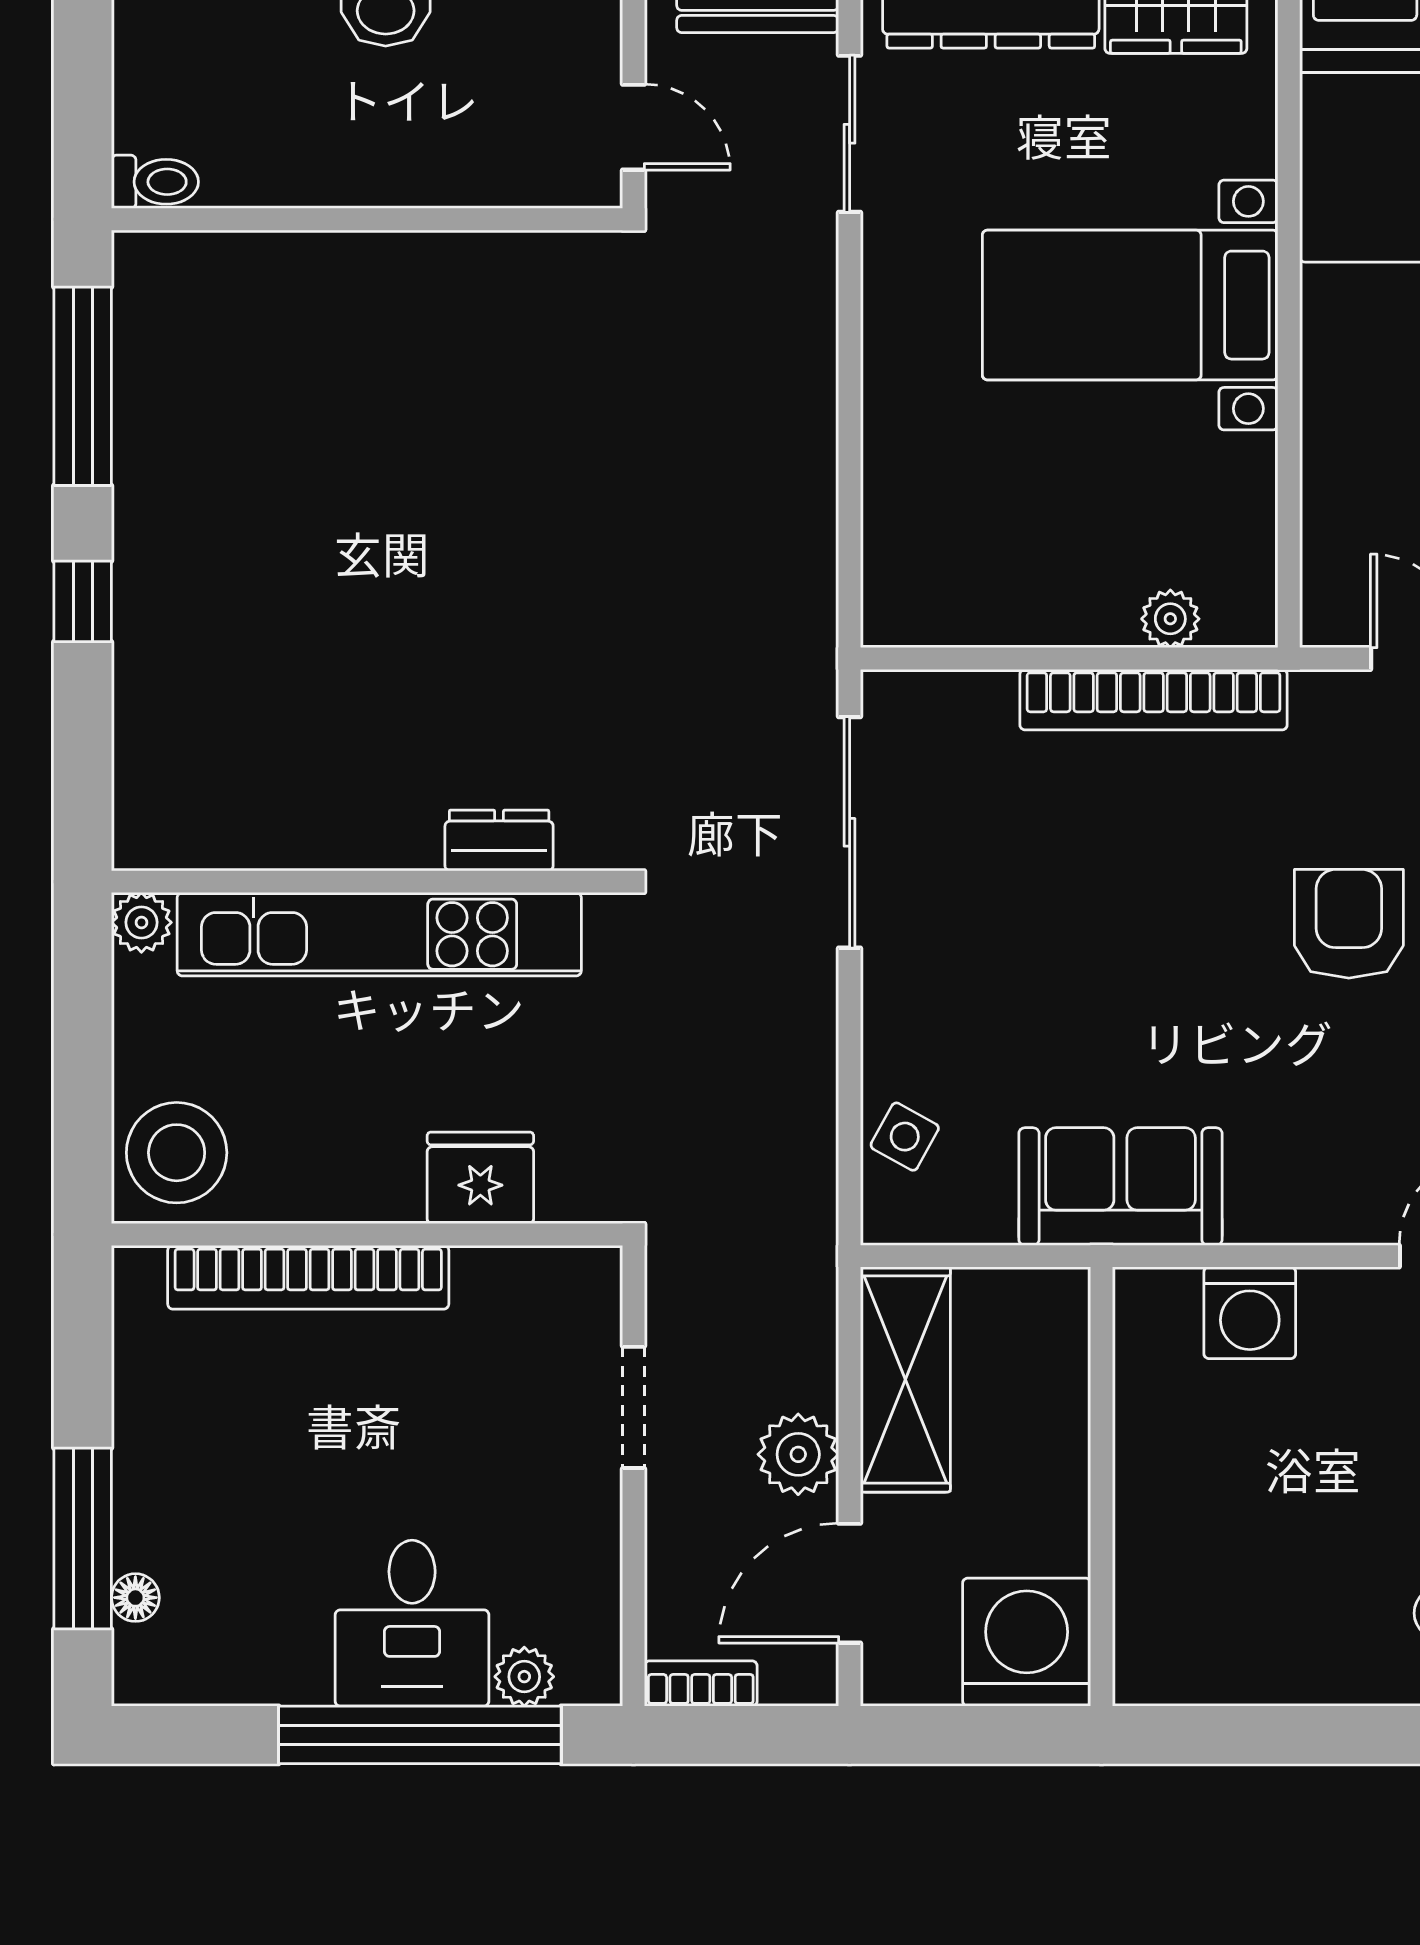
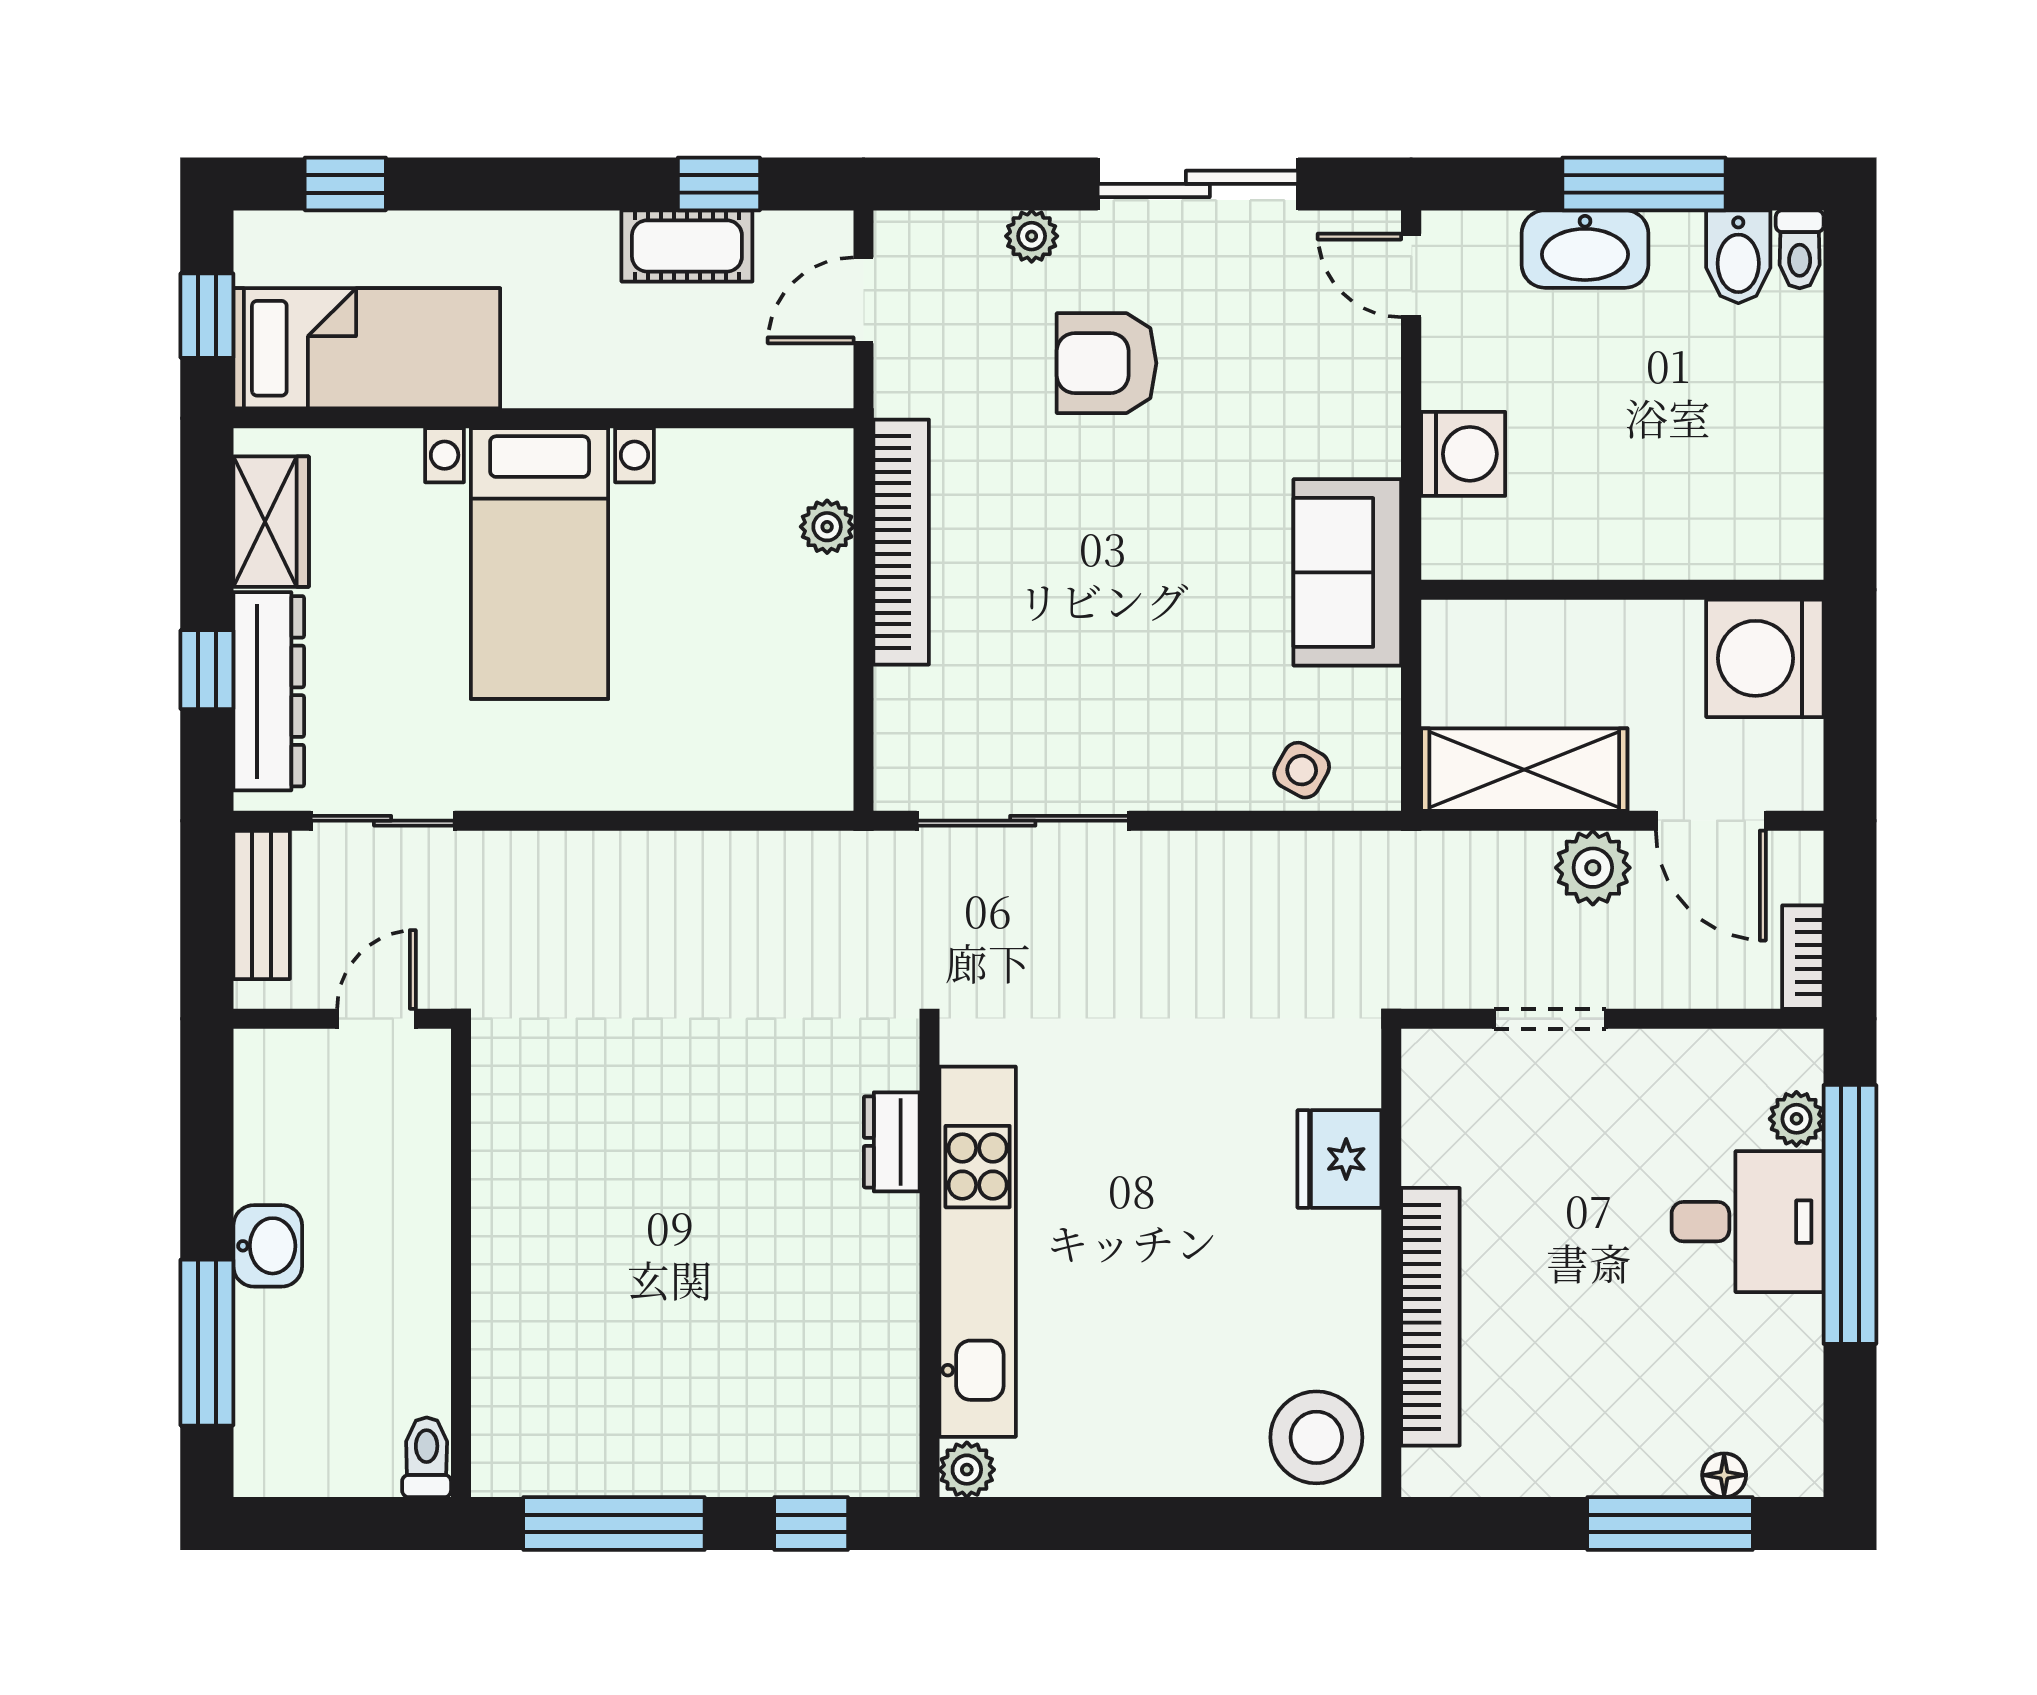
dresser: (499, 840) -> (892, 1142), moved
wall: (367, 882) -> (929, 1263), moved
plant: (141, 922) -> (967, 1470), moved
kitchen unit: (379, 934) -> (978, 1252), moved

